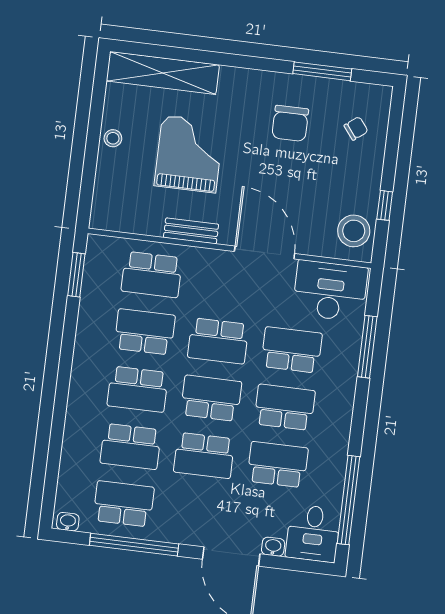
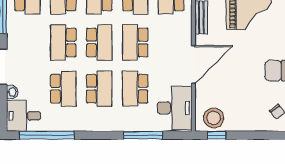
window: (385, 205) -> (217, 135), moved
school desk: (292, 350) -> (135, 89), turned 180

